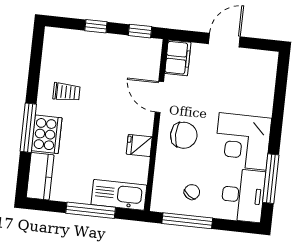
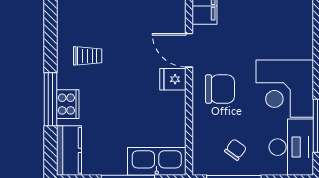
cooker: (47, 134) -> (68, 104), width x0.73, depth x0.76
fridge: (139, 146) -> (173, 79), moved

